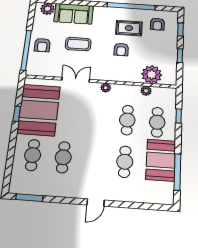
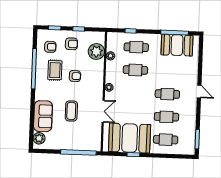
armchair: (42, 45) -> (71, 44), moved
double door: (76, 80) -> (103, 111), swing flipped
booth: (161, 160) -> (177, 45), moved
cafe table: (125, 162) -> (167, 94), moved

